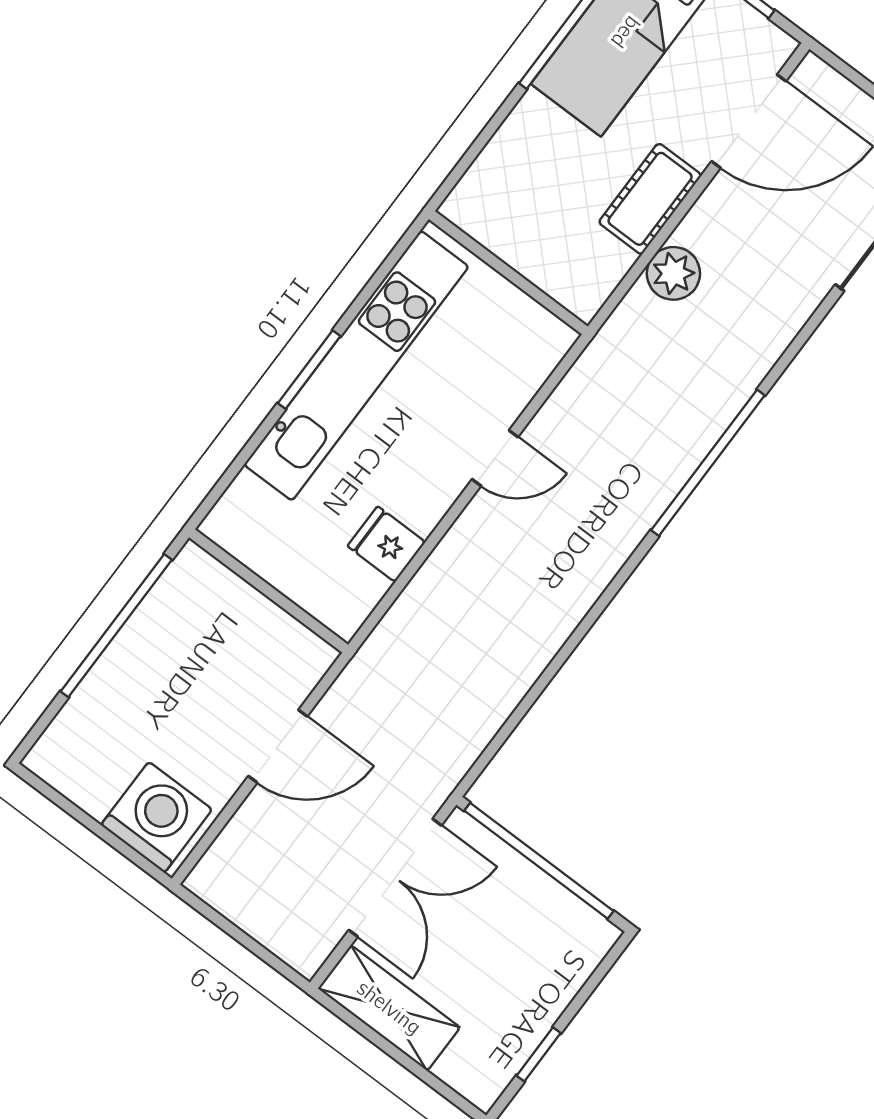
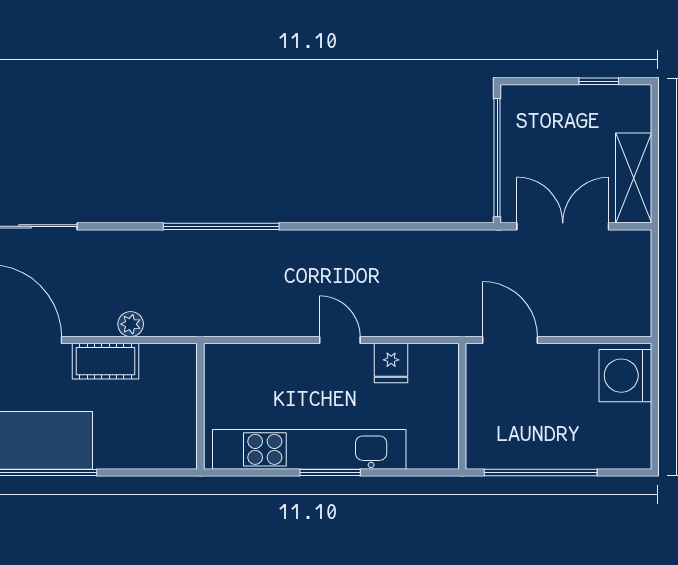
plant: (673, 273) -> (131, 324), width x0.73, depth x0.73
door: (495, 458) -> (340, 340), moved
door: (278, 746) -> (510, 340), moved

